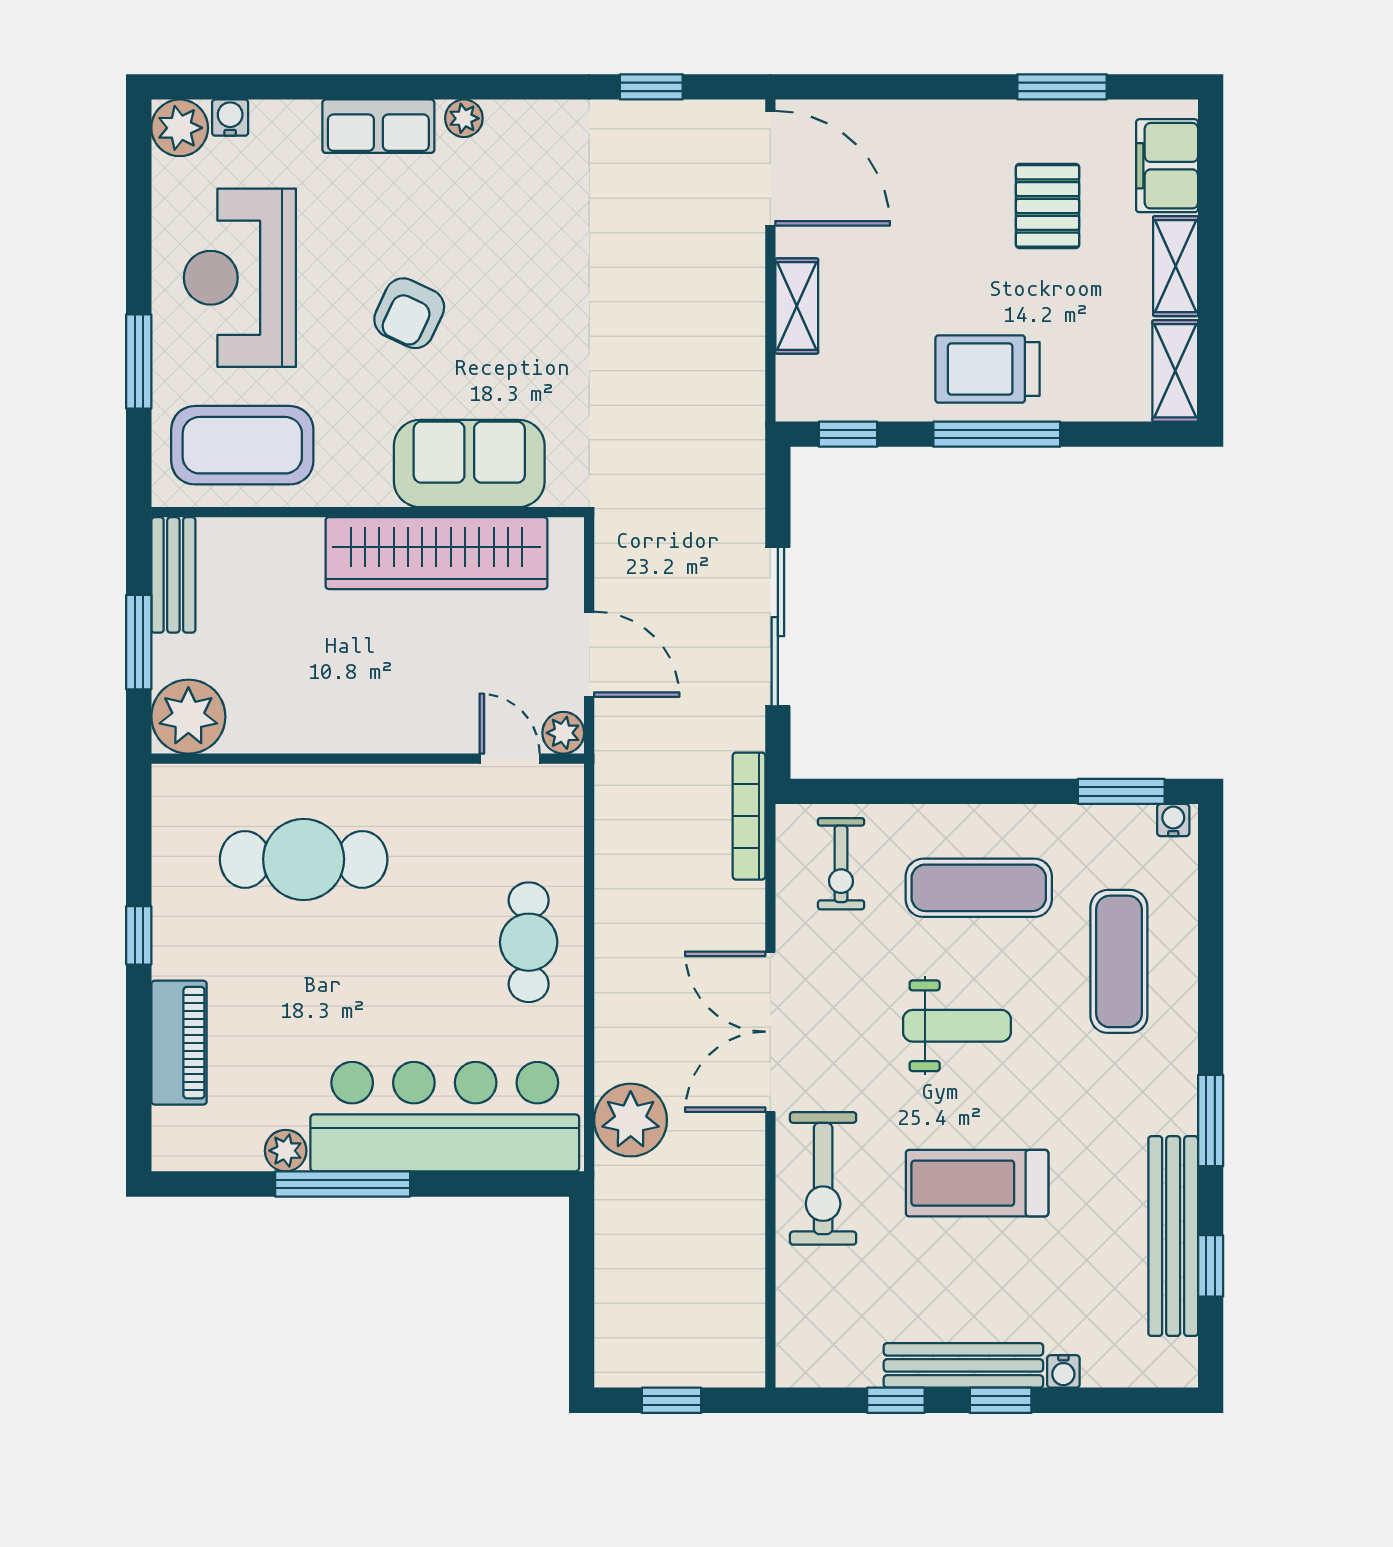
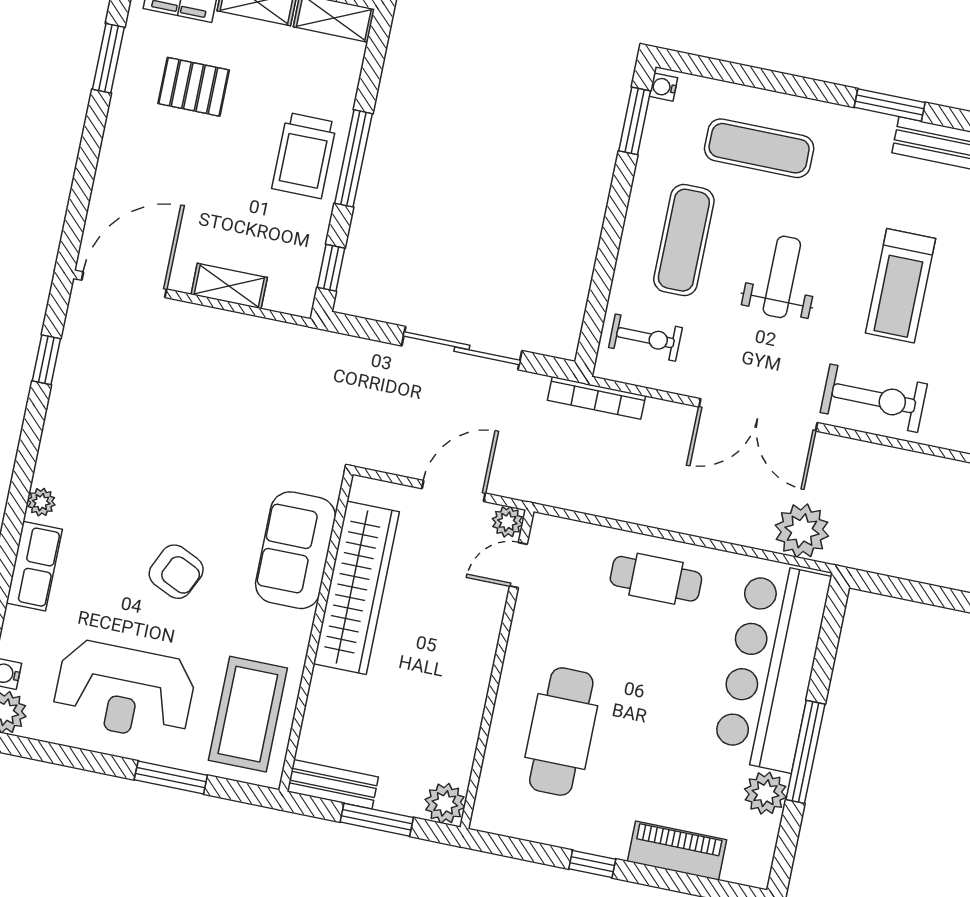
plant: (188, 717) -> (445, 803), width x0.73, depth x0.73
plant: (286, 1151) -> (765, 793), width x1.38, depth x1.38

